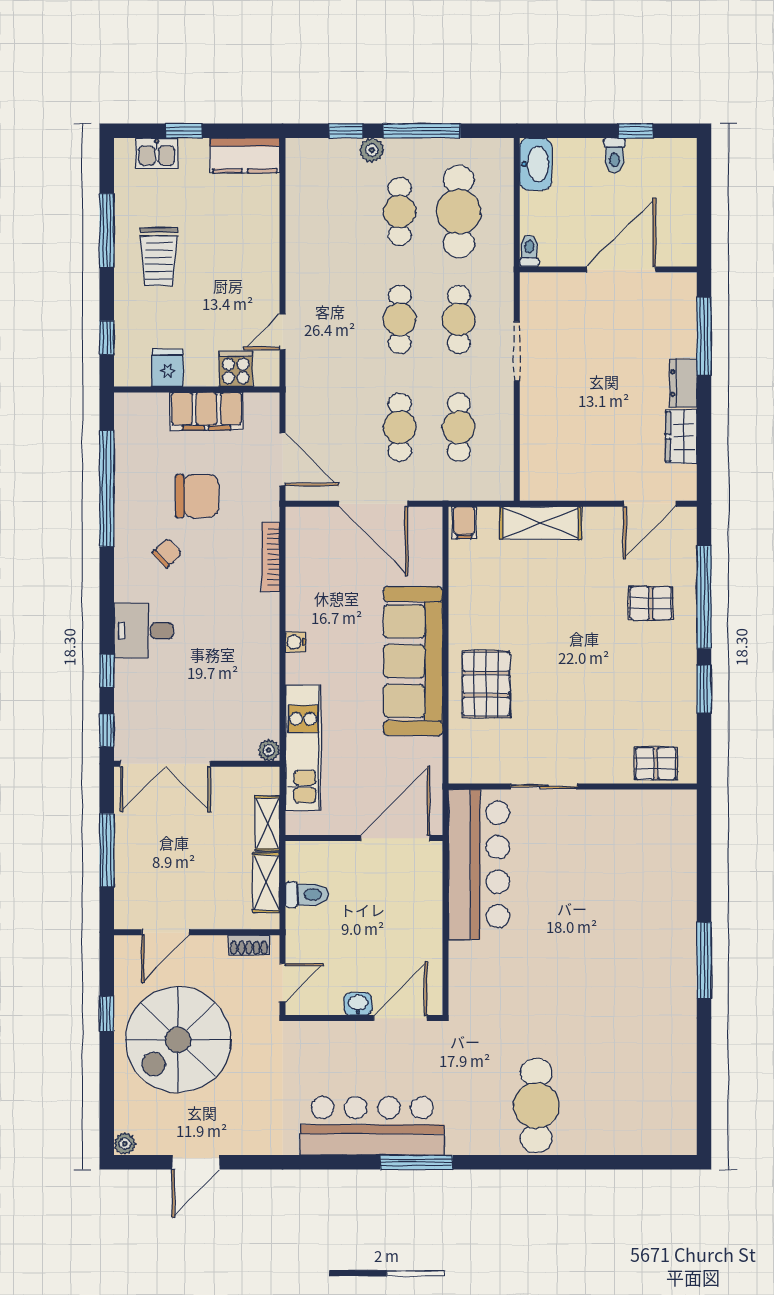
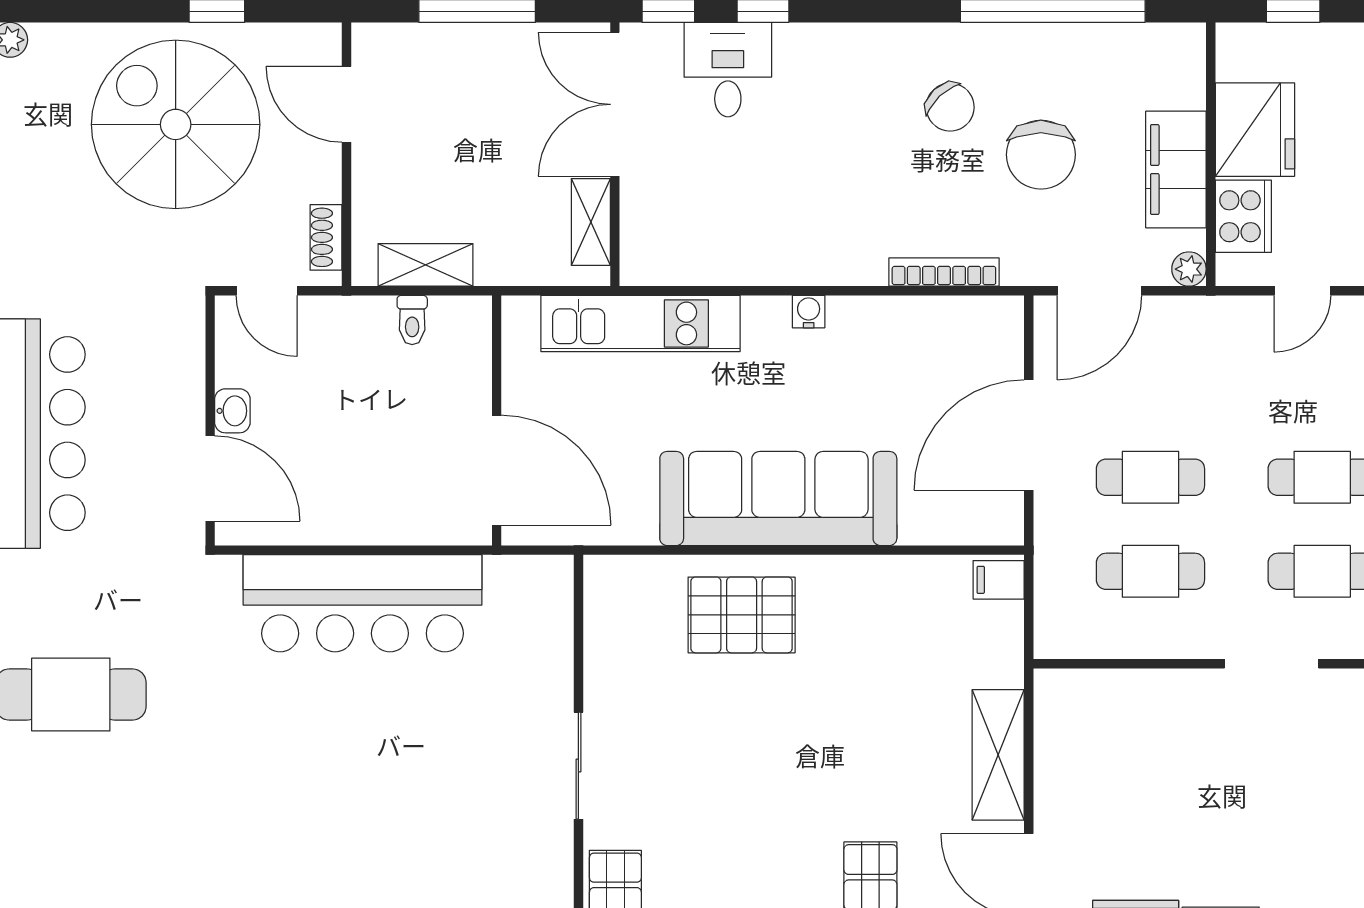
door: (283, 332) -> (1302, 291), swing flipped
fridge: (167, 368) -> (1255, 130), width x1.88, depth x1.34
cooker: (236, 369) -> (1243, 216), width x1.36
shelving: (541, 523) -> (998, 755), moved
chair: (167, 553) -> (950, 107), width x1.37, depth x1.37
desk: (144, 631) -> (728, 70), moved
plant: (269, 750) -> (1189, 269), moved
sliding door: (544, 787) -> (578, 766), moved
shelving: (267, 823) -> (591, 222), moved, turned 90
bar counter: (479, 864) -> (362, 603), moved
toilet: (307, 895) -> (412, 320), width x0.73, depth x0.72

